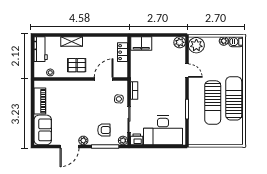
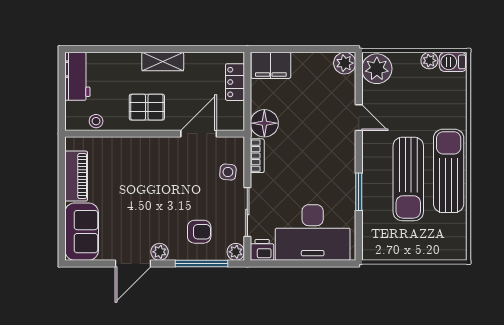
shelving: (72, 41) -> (163, 62), moved
floor lamp: (138, 74) -> (264, 123), added

